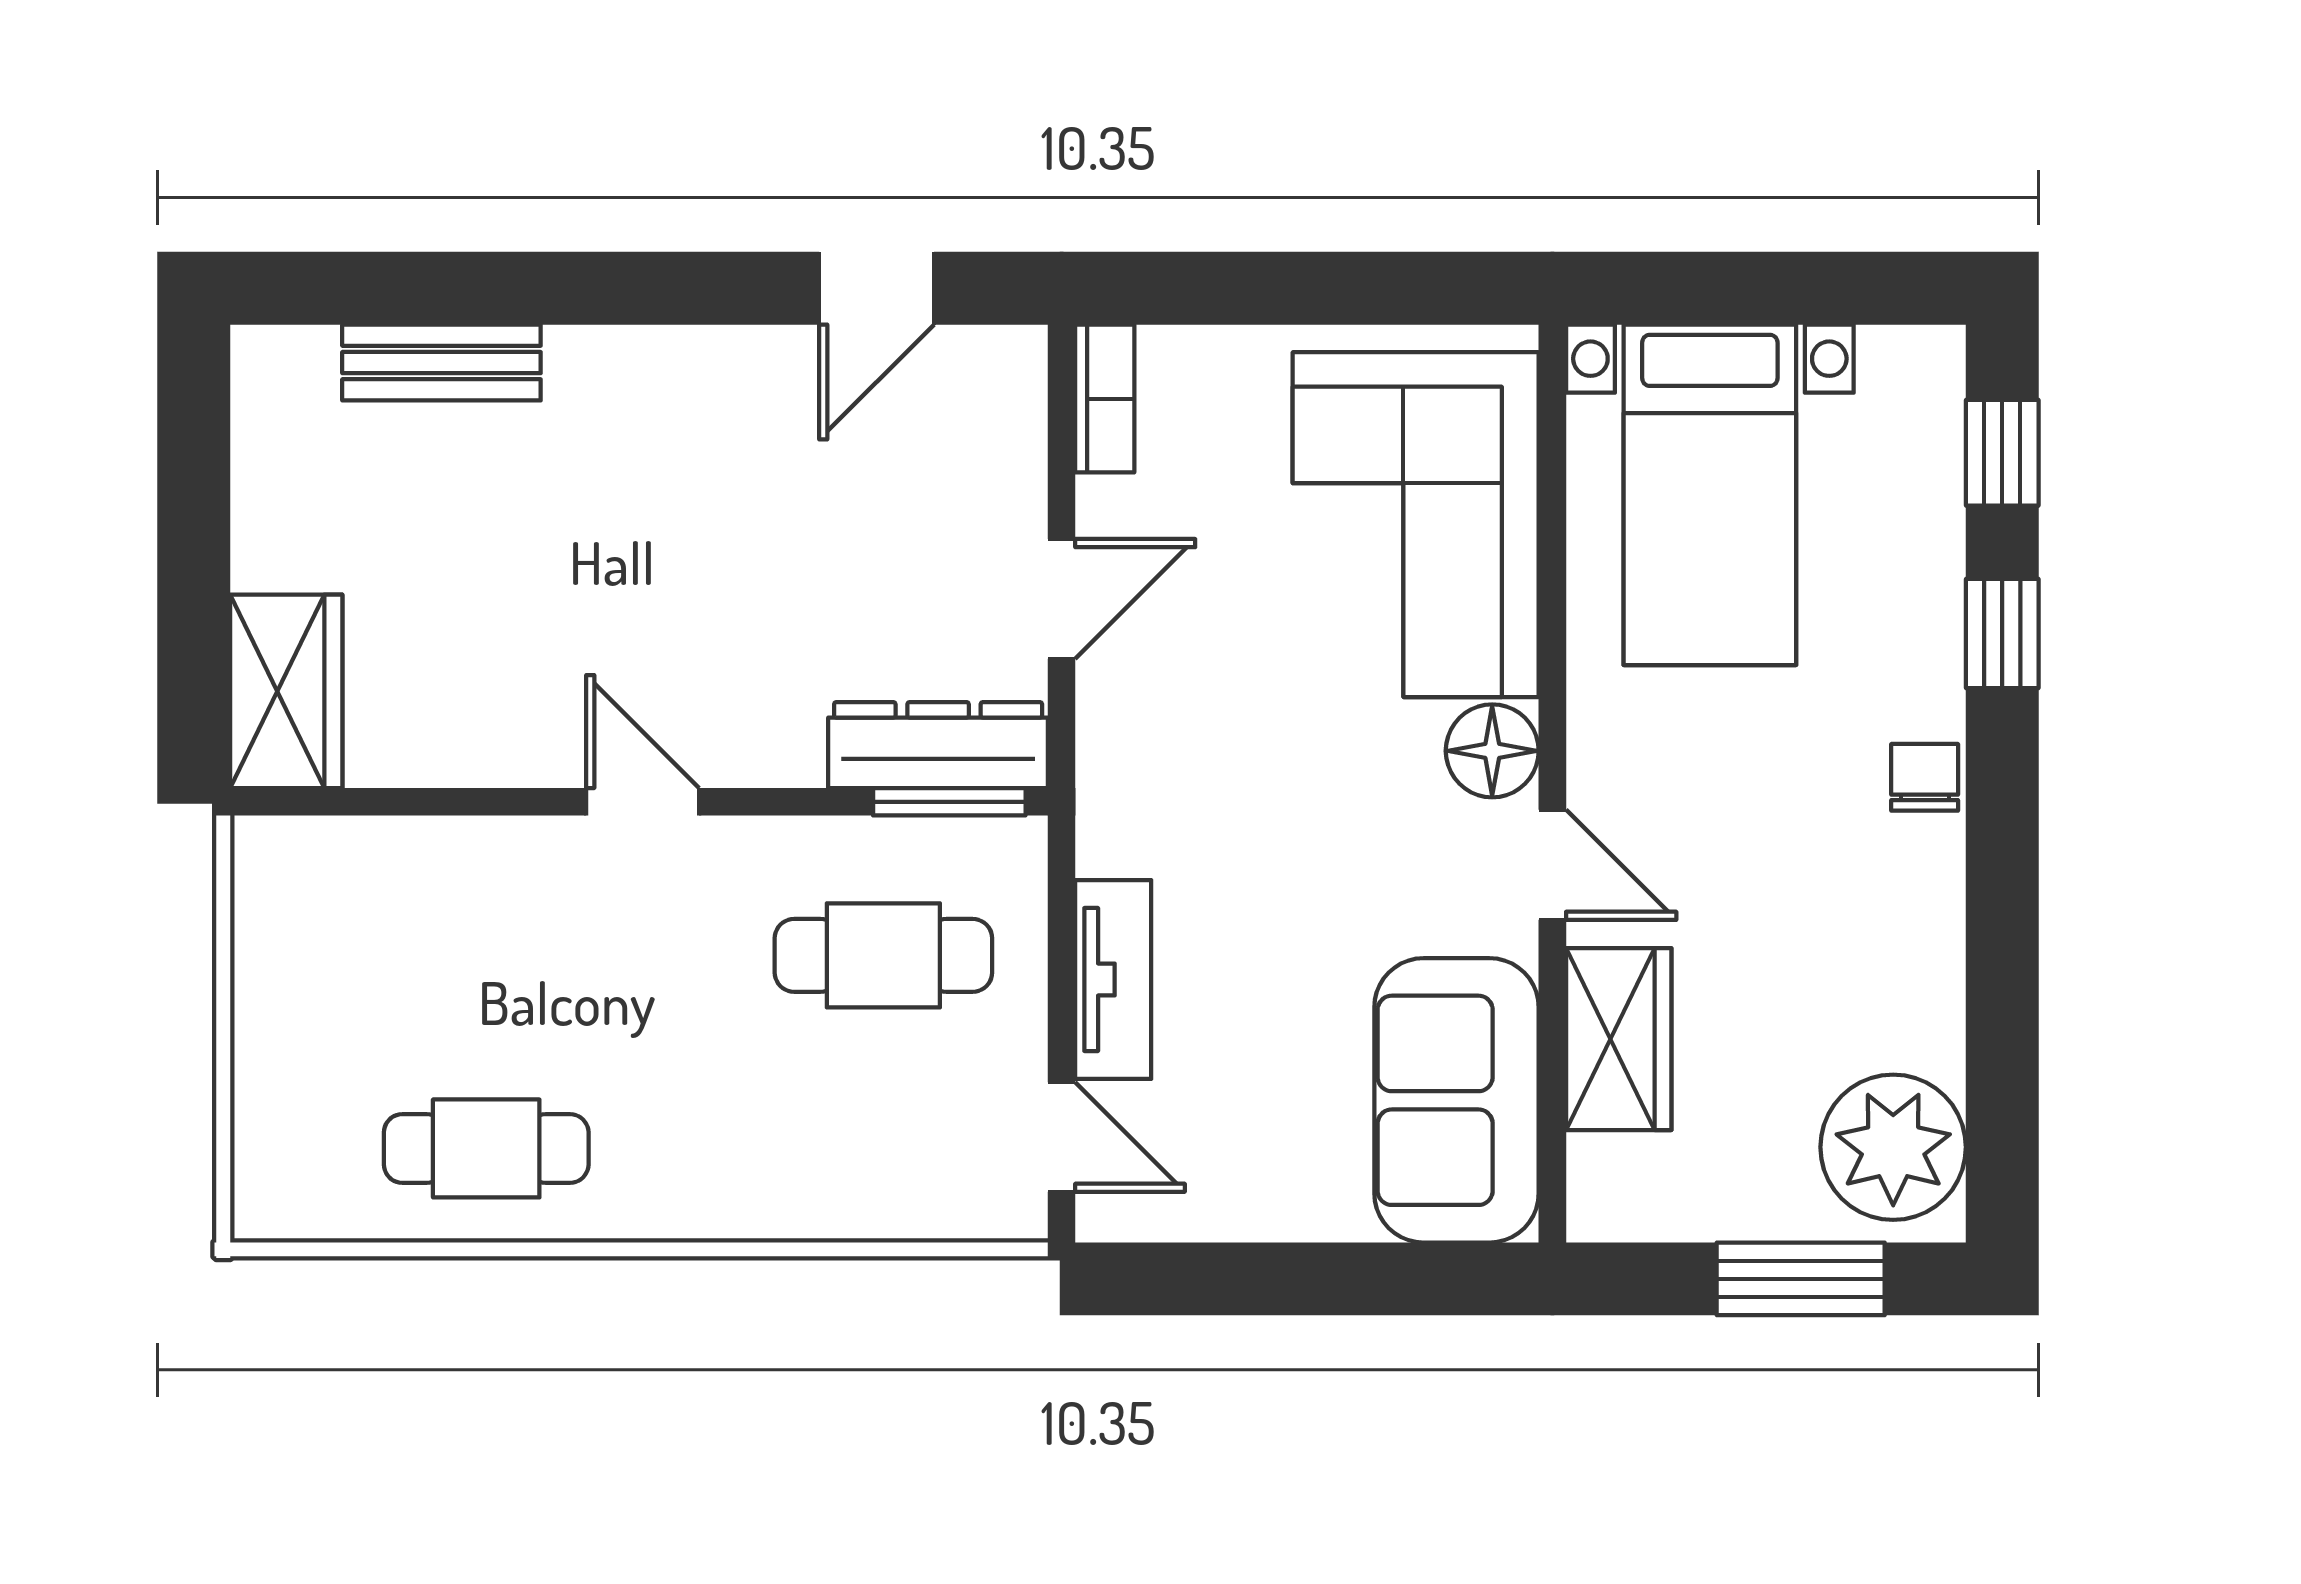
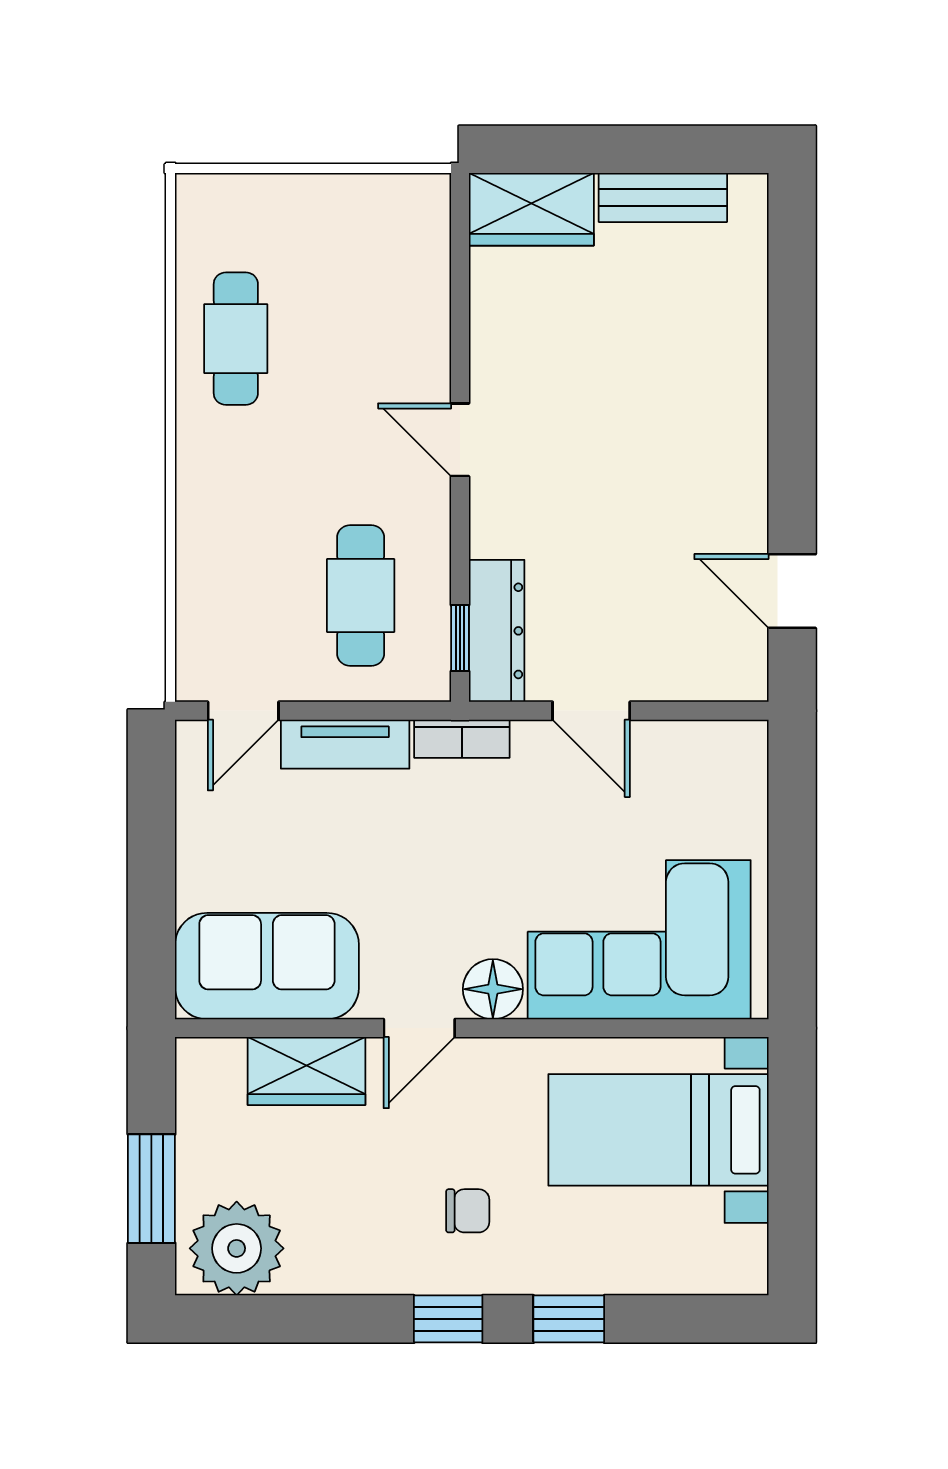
bench: (441, 363) -> (663, 198), moved, turned 90
bookcase: (1105, 399) -> (462, 739), moved
window: (2002, 453) -> (448, 1319), moved
chair: (1925, 777) -> (468, 1211), moved
door: (643, 802) -> (460, 440), swing flipped
window: (949, 802) -> (460, 638), width x0.67

